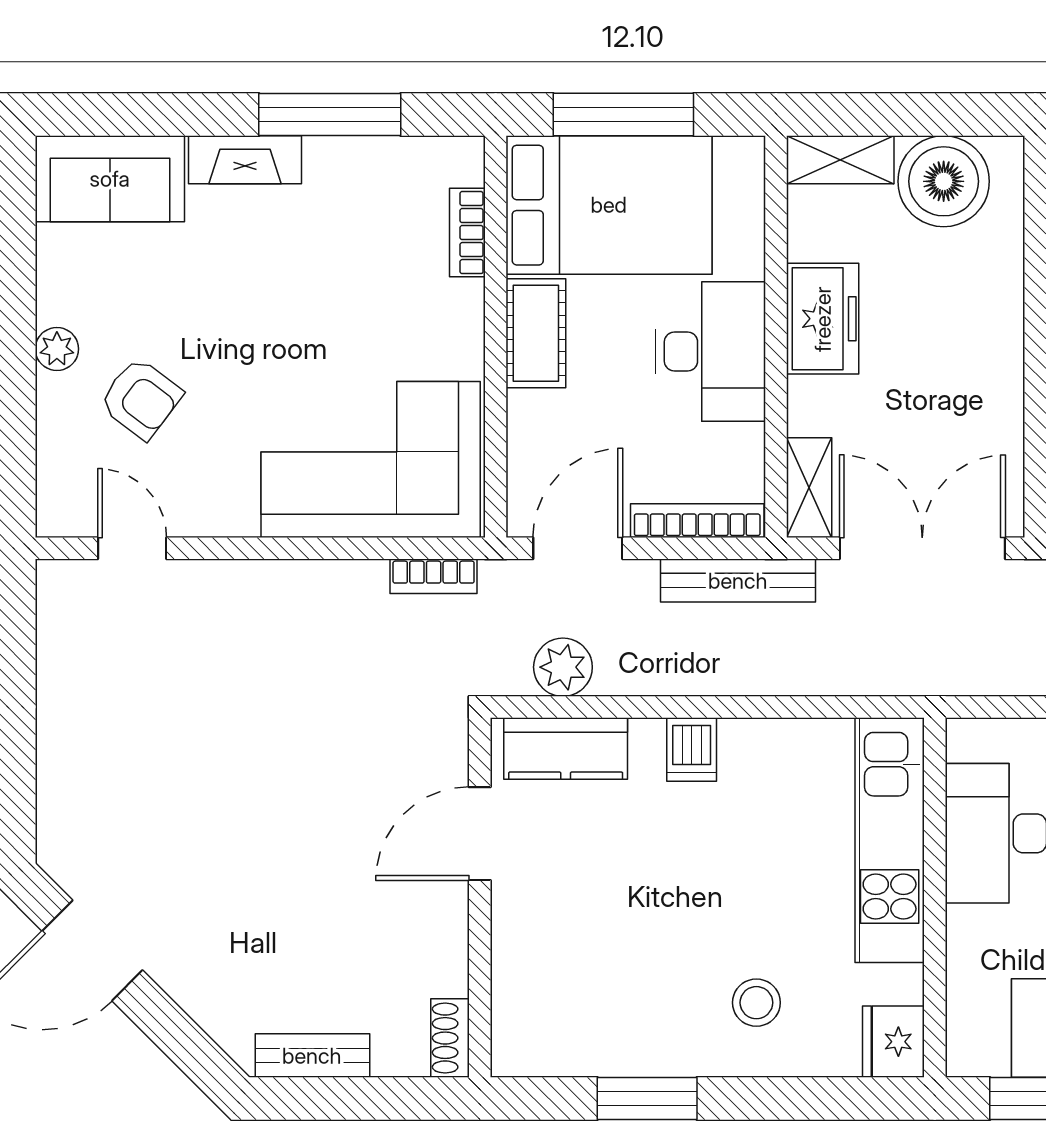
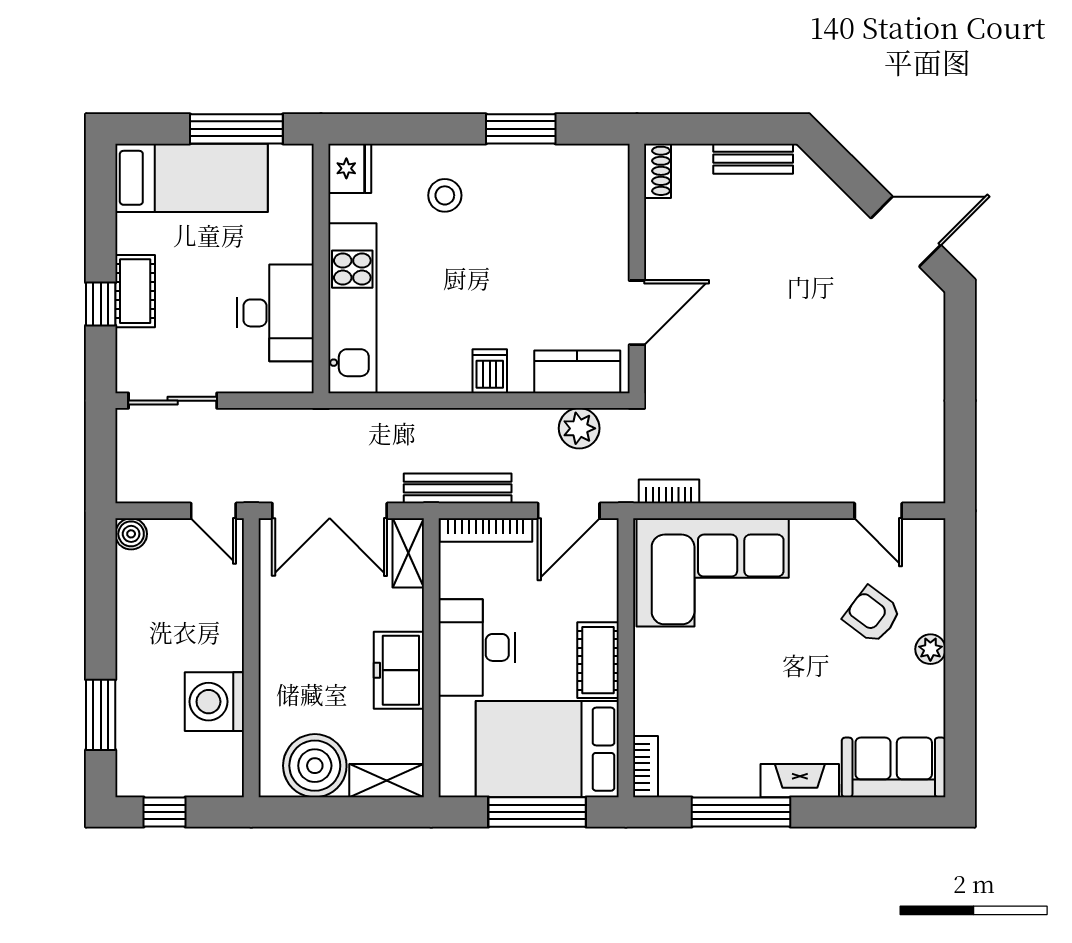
bookcase: (467, 233) -> (646, 767), moved

